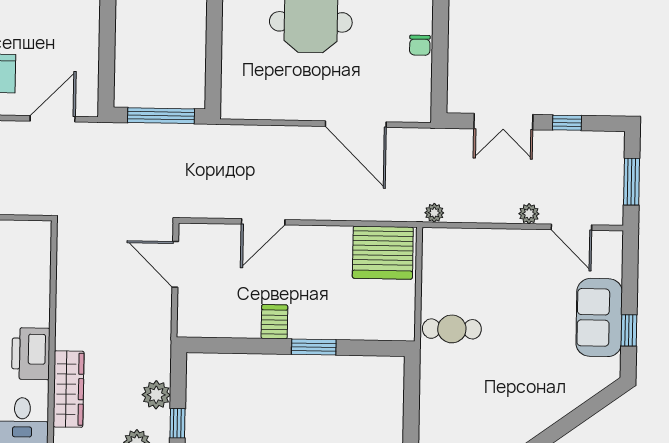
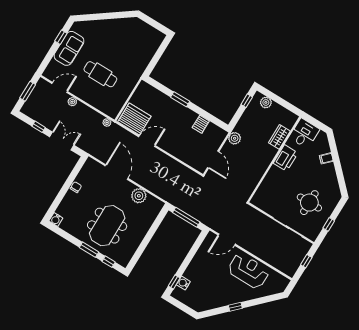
plant: (282, 103) -> (139, 196), added
door: (263, 222) -> (147, 141), moved
door: (571, 227) -> (60, 88), hinge flipped
server rack: (274, 322) -> (201, 124), moved
cafe table: (452, 329) -> (100, 74), moved, width x1.37, depth x1.35
wardrobe: (69, 389) -> (279, 137), width x0.67
plant: (156, 395) -> (235, 138), moved

